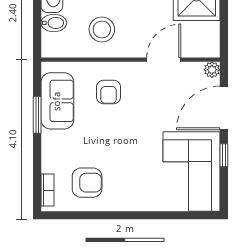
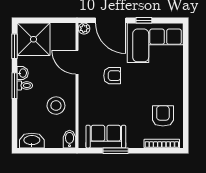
bidet: (54, 23) -> (70, 139), moved
armchair: (109, 92) -> (112, 76), moved
bookcase: (47, 190) -> (162, 144), width x1.56

